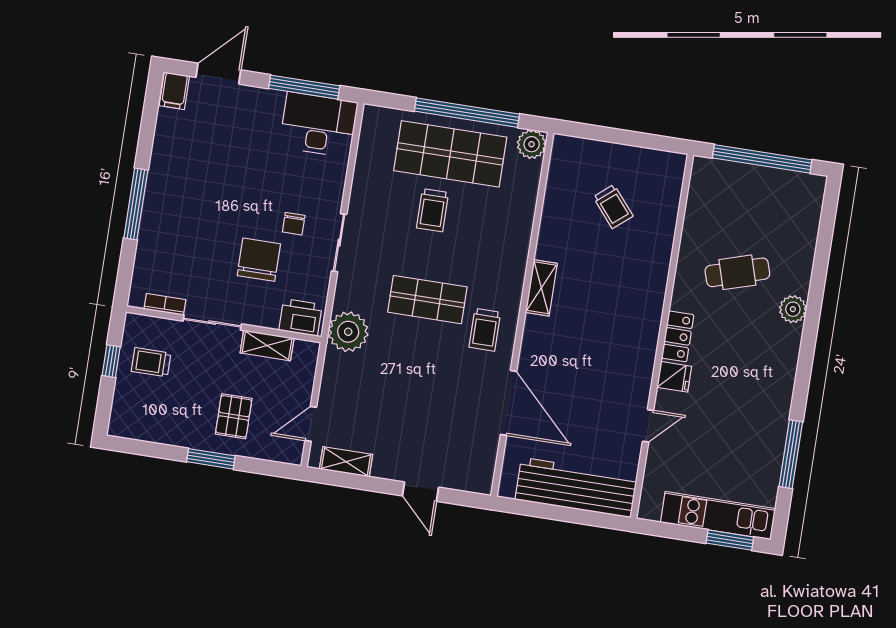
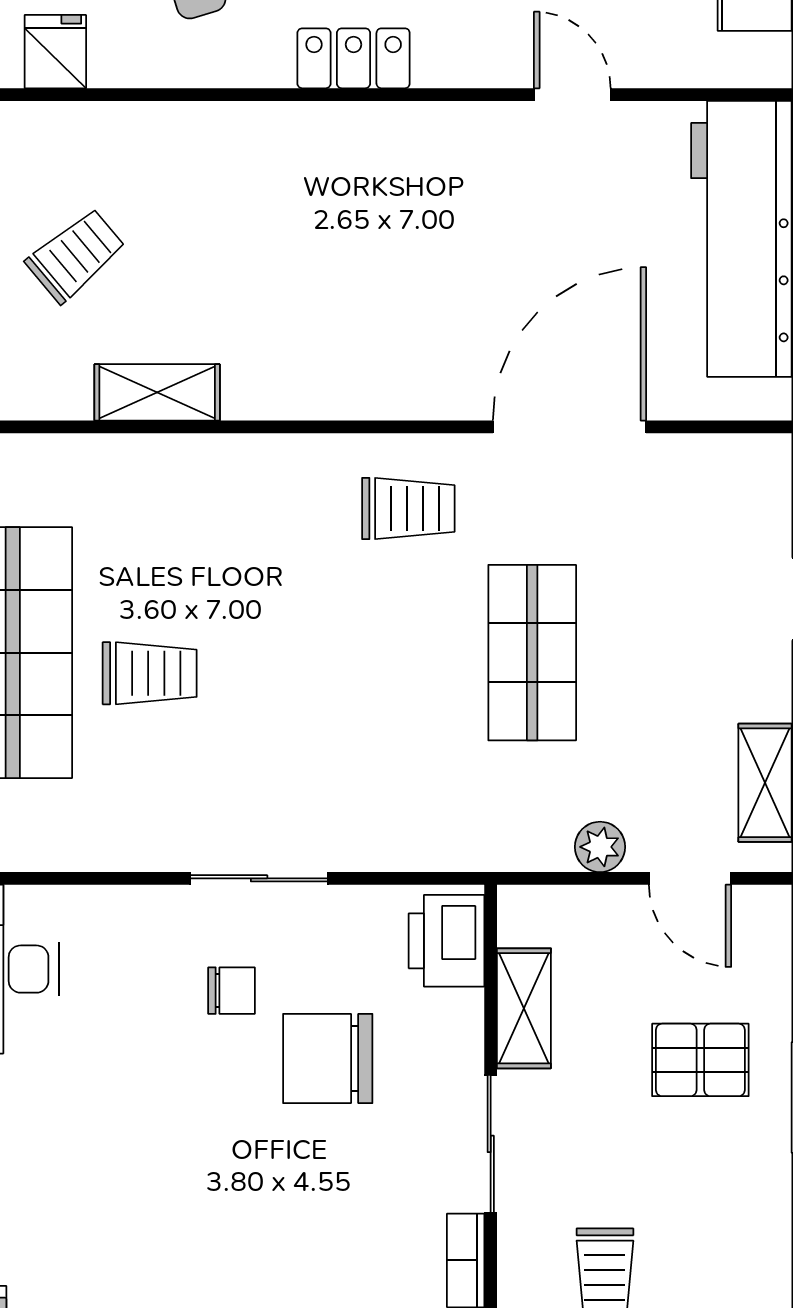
shelving: (541, 288) -> (157, 392), moved
shop shelf: (427, 300) -> (532, 653), moved
plant: (348, 332) -> (600, 847), moved, width x0.53, depth x0.53
fridge: (674, 377) -> (55, 52), moved

